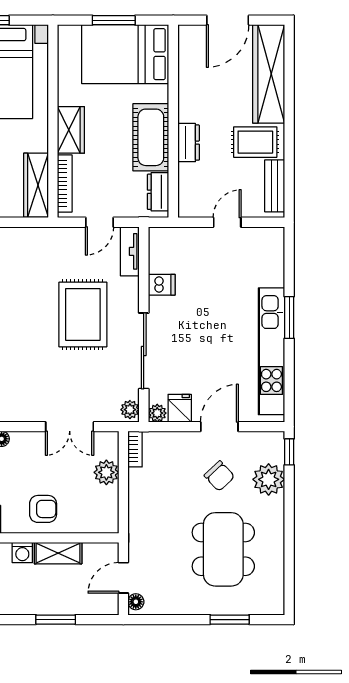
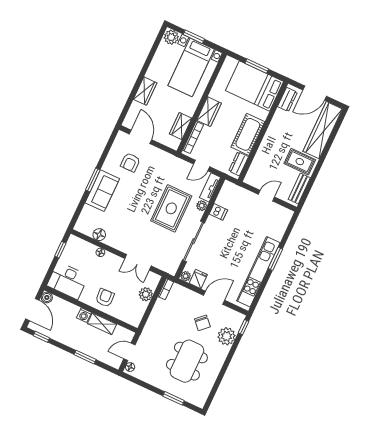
dresser: (189, 143) -> (287, 99), moved
wardrobe: (36, 185) -> (181, 126), width x0.67
plant: (130, 410) -> (202, 206), moved
armchair: (43, 509) -> (105, 298), turned -93

